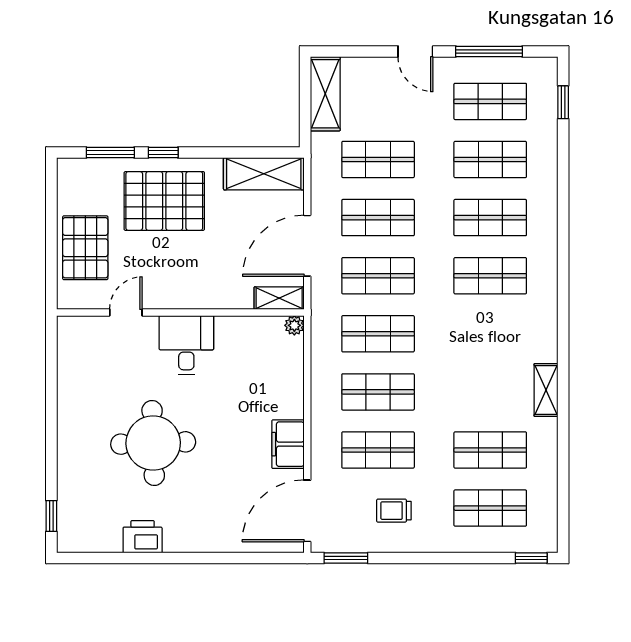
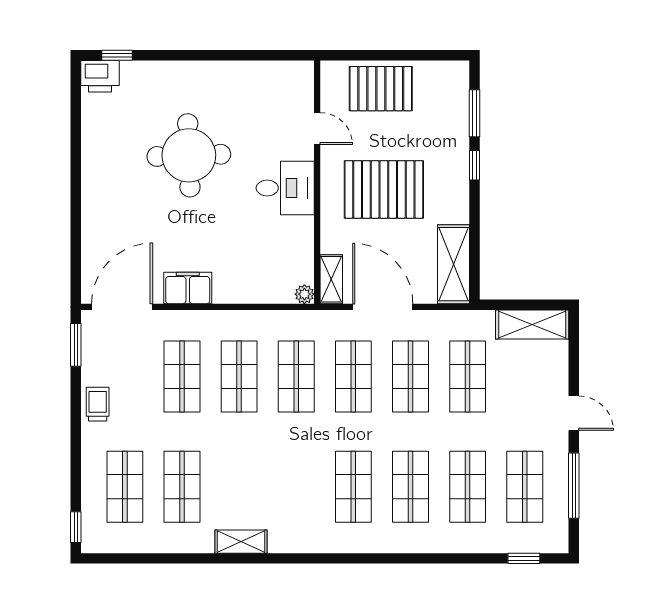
door: (415, 51) -> (574, 413), swing flipped
pallet: (164, 201) -> (384, 189), moved, turned 90
door: (307, 511) -> (122, 307), hinge flipped
trolley: (394, 511) -> (98, 404), moved
printer: (143, 537) -> (100, 76), moved, turned 90

